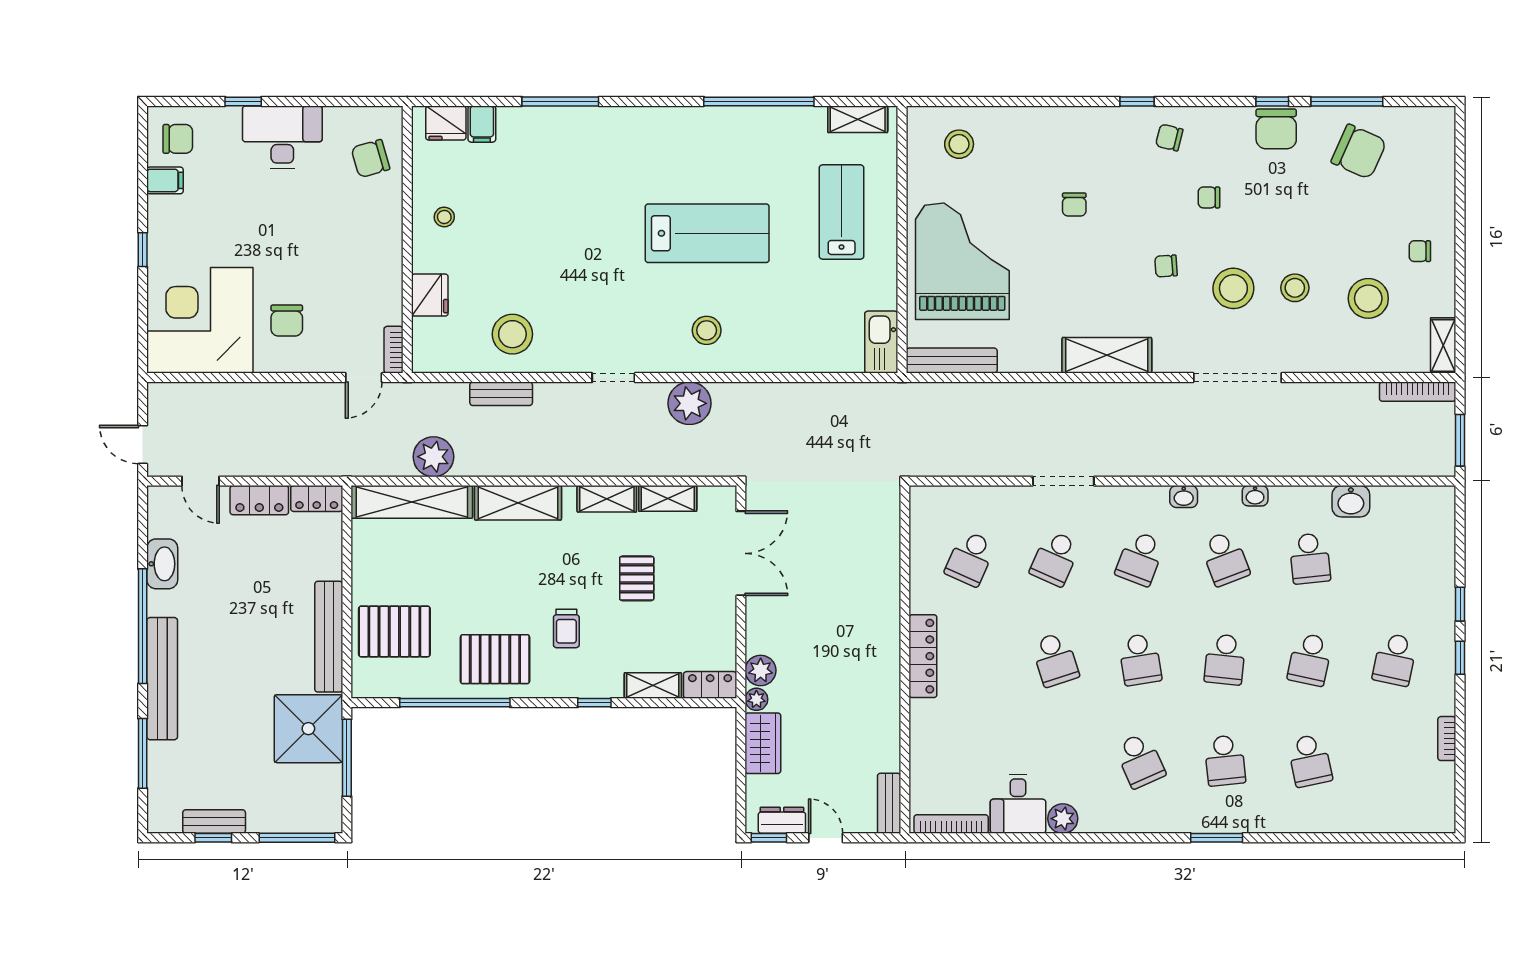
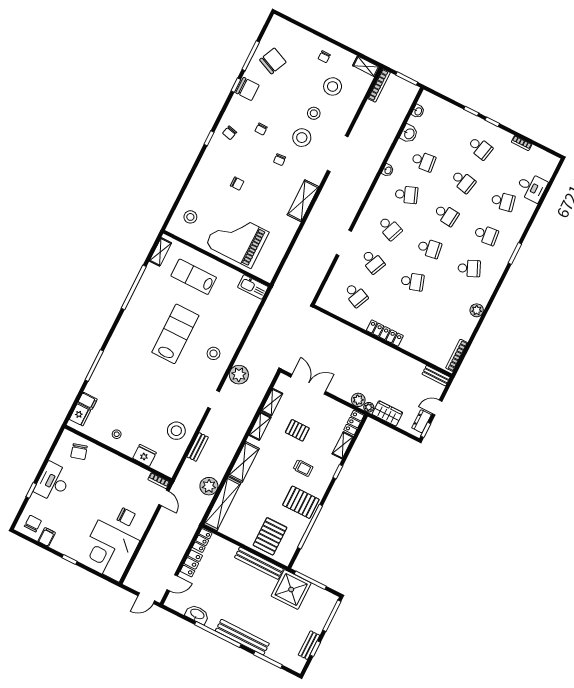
bench: (952, 361) -> (274, 263), removed
washbasin: (1184, 497) -> (418, 111), moved
pallet: (495, 659) -> (301, 502), turned 90
desk: (1018, 804) -> (531, 187), moved

